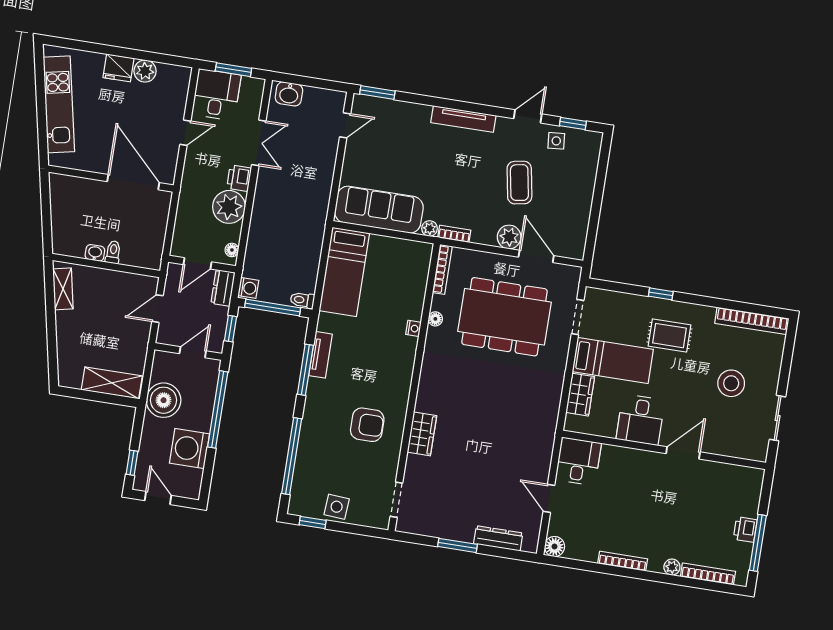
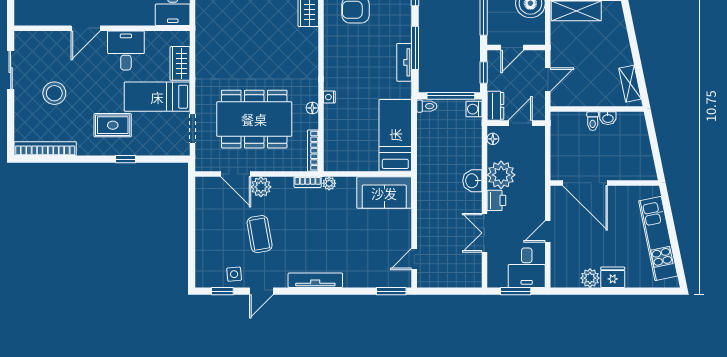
washbasin: (289, 94) -> (472, 181), moved, turned -90
sofa: (379, 210) -> (384, 193), width x0.73

